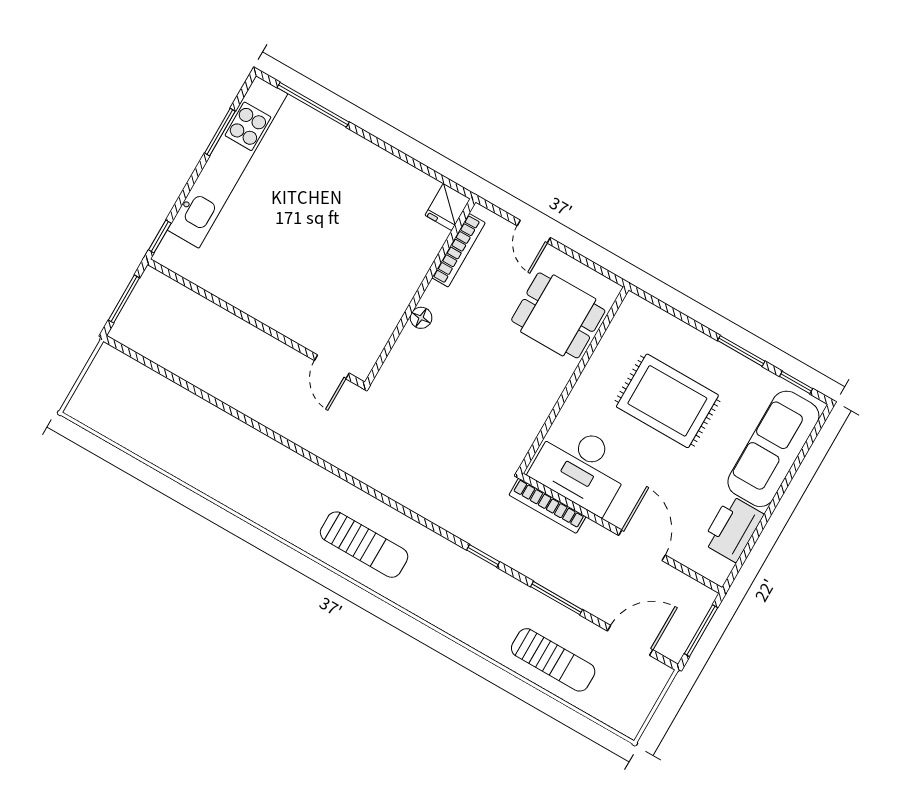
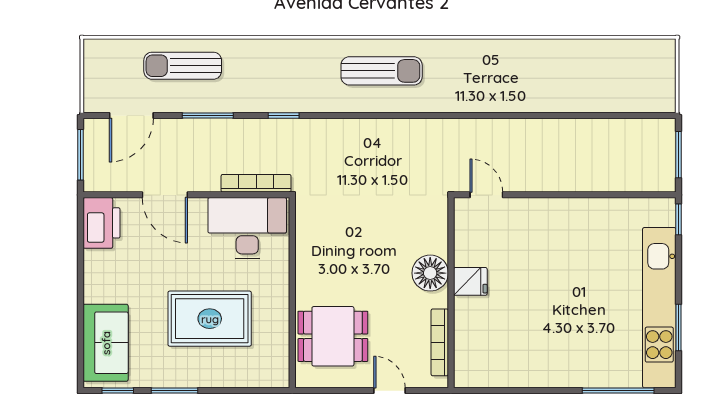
fridge: (448, 207) -> (470, 281), moved, turned 90
floor lamp: (421, 318) -> (430, 273), width x1.89, depth x1.89
sofa: (773, 449) -> (106, 343), width x0.73
printer: (733, 529) -> (102, 223), moved
sun lounger: (364, 545) -> (382, 71), turned 180

